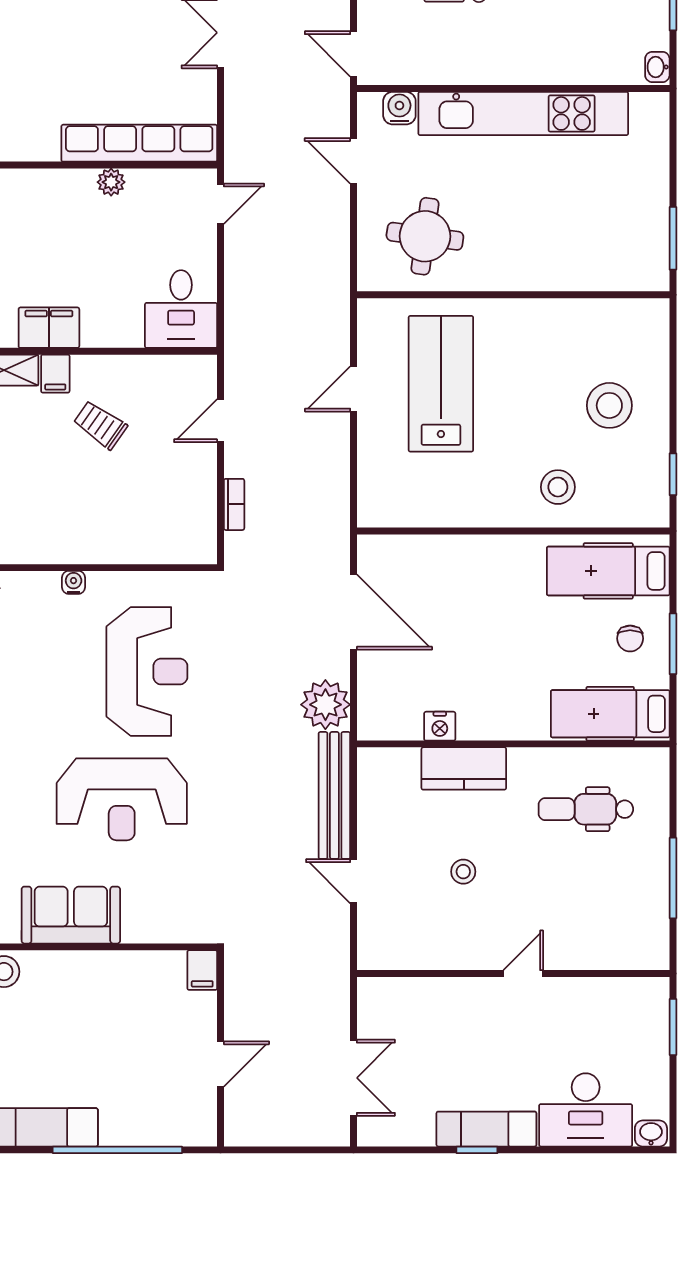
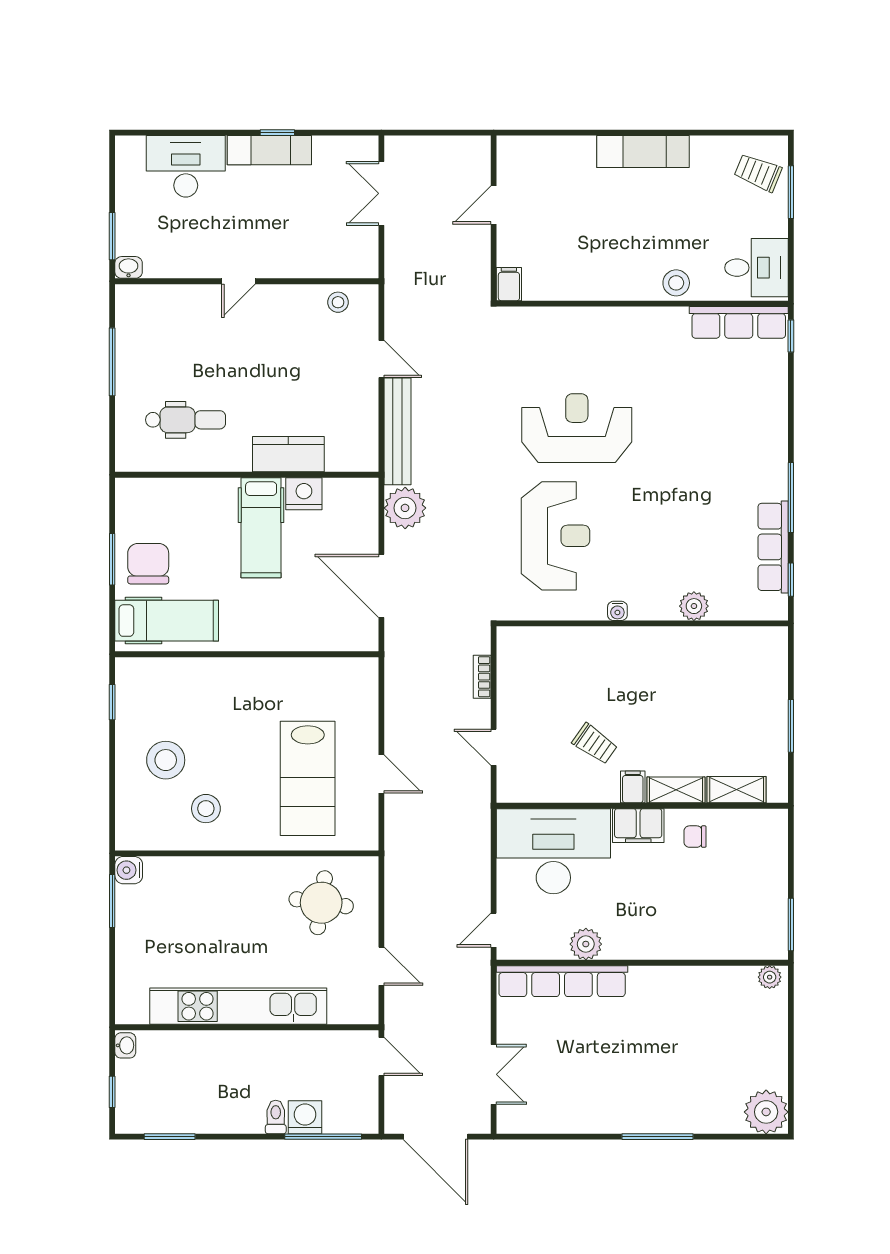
water cooler: (399, 108) -> (129, 870), moved, turned 90
plant: (111, 182) -> (586, 944), width x1.38, depth x1.38
desk: (181, 309) -> (553, 851), width x1.87, depth x1.30
door: (354, 389) -> (381, 774), hinge flipped
door: (220, 421) -> (494, 747), swing flipped
stool: (558, 487) -> (206, 809), moved
chair: (630, 638) -> (148, 564), width x1.87, depth x1.87
reception desk: (147, 672) -> (556, 536), turned 180
hospital bed: (610, 714) -> (261, 528), moved, turned 90
nightstand: (440, 726) -> (304, 494), width x1.36, depth x1.33
stool: (463, 872) -> (338, 302), moved
sofa: (71, 915) -> (620, 331), removed
washbasin: (651, 1133) -> (129, 267), moved, turned 180
window: (117, 1150) -> (580, 133), removed

